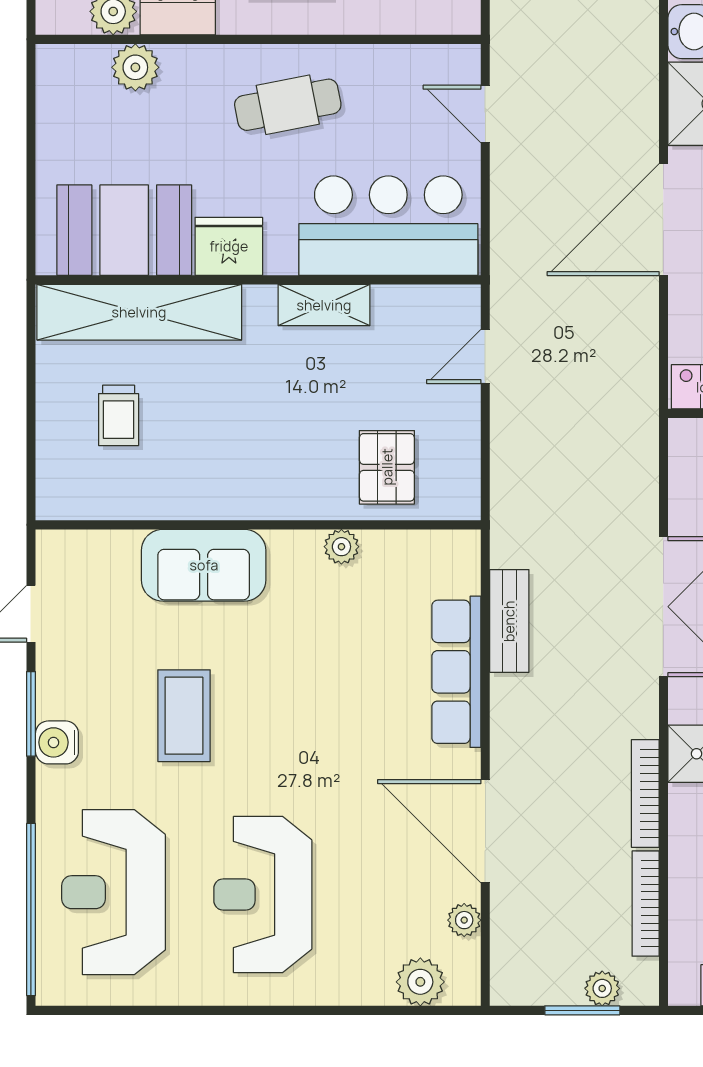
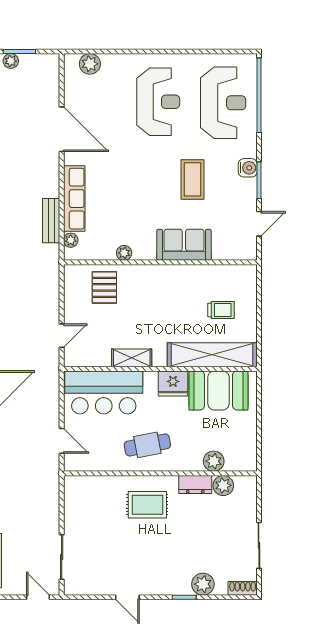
trolley: (119, 415) -> (221, 310), turned 90
plant: (464, 920) -> (71, 240), moved

